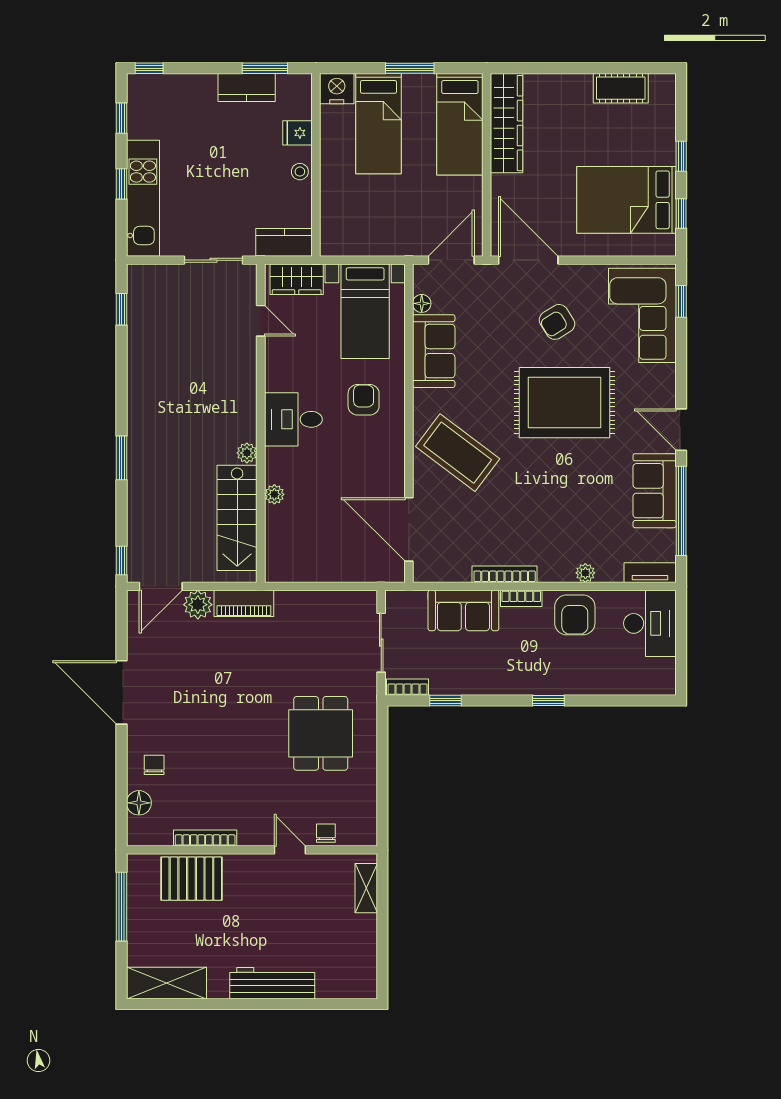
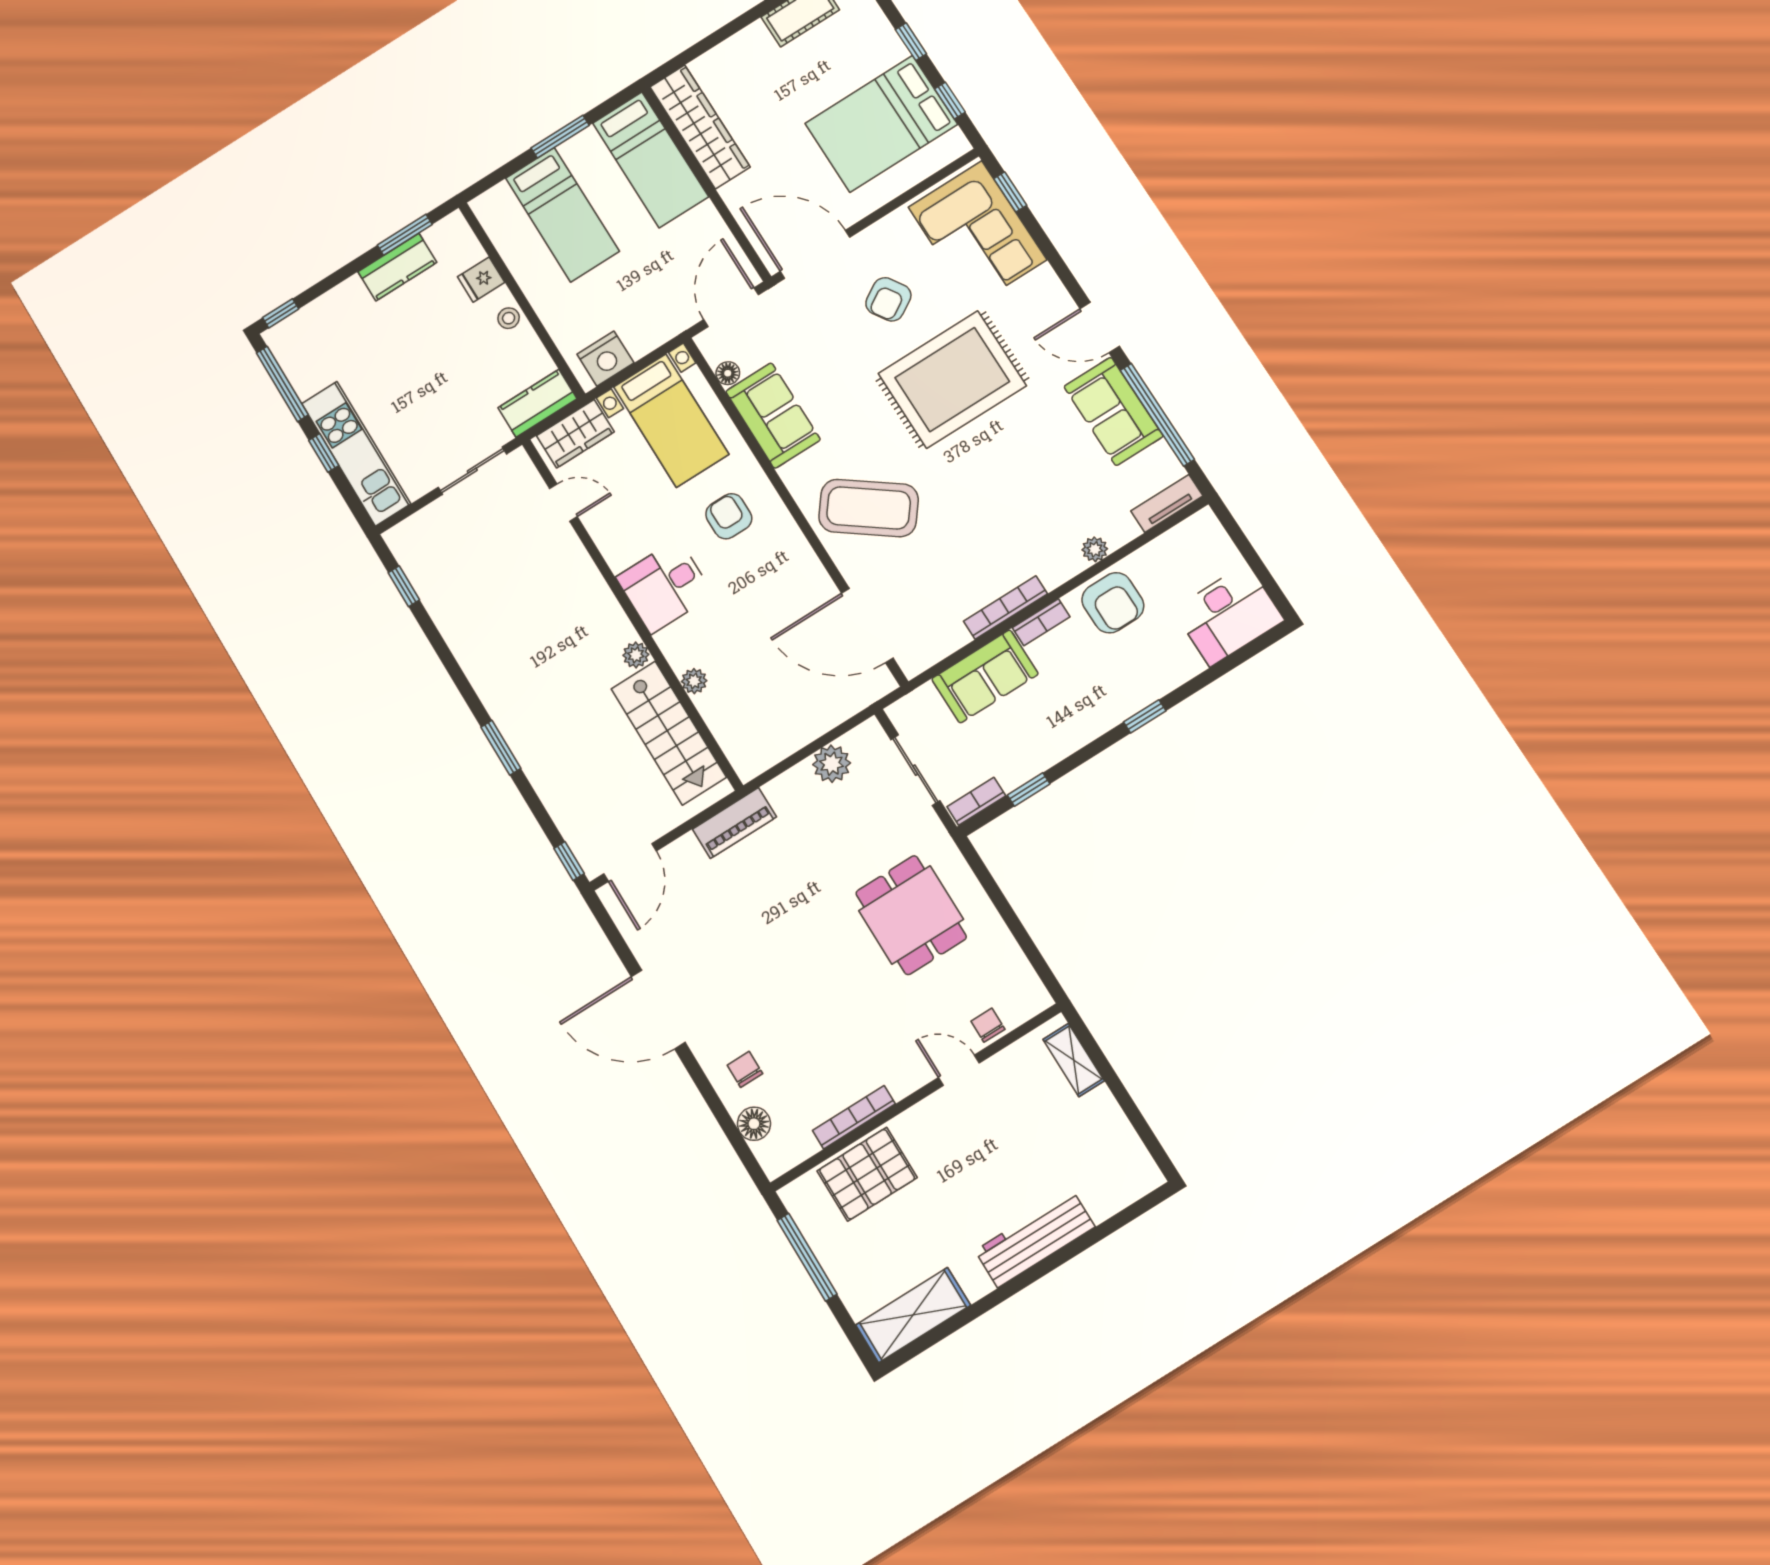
nightstand: (337, 89) -> (605, 359), moved, turned 180
window: (122, 118) -> (282, 384), width x2.17
plant: (198, 605) -> (832, 764), moved
desk: (650, 623) -> (1228, 615), moved, turned 90

